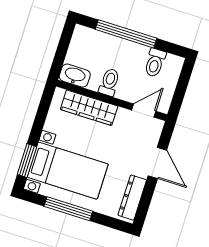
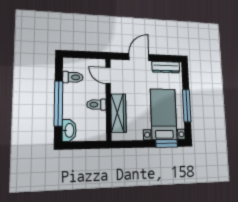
washbasin: (75, 76) -> (69, 130), moved, turned 180

